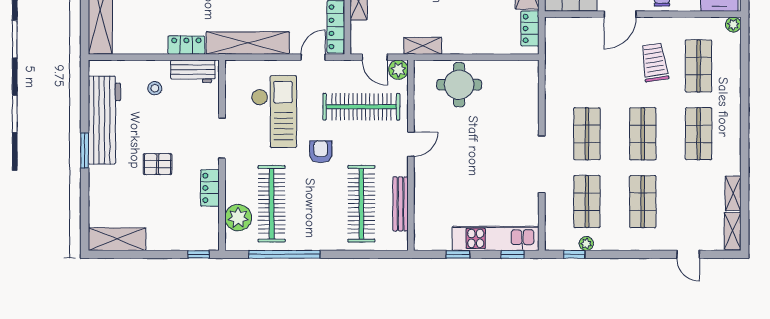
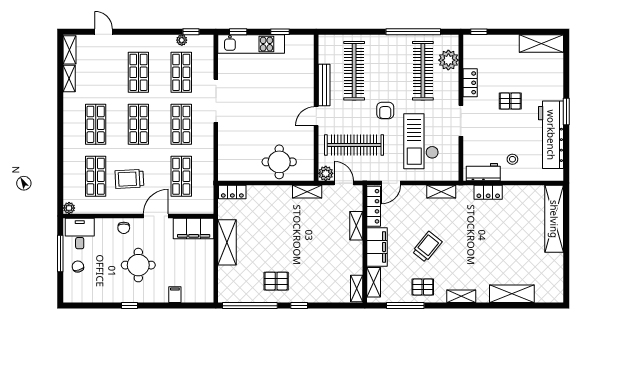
locker: (530, 28) -> (232, 192), moved, turned 90
shelving: (248, 43) -> (441, 192), width x0.45, depth x0.75
trolley: (655, 62) -> (129, 179), turned 96
shop shelf: (587, 66) -> (181, 176), added
bench: (400, 204) -> (324, 85), moved

